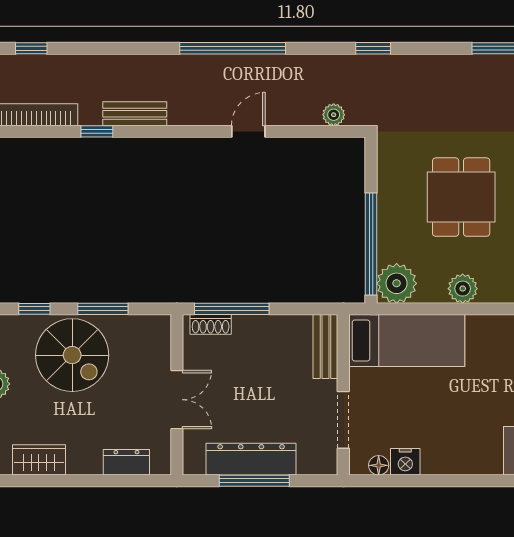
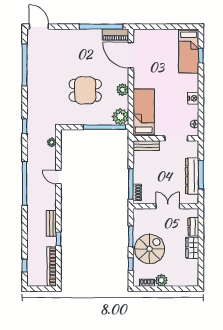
wardrobe: (39, 460) -> (192, 248), moved
nightstand: (405, 462) -> (193, 98), moved

